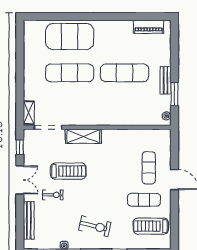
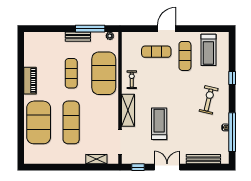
piano: (149, 27) -> (30, 81), moved
exercise mat: (125, 73) -> (71, 73), width x0.73, depth x0.69
window: (174, 94) -> (90, 29), width x1.44
exercise mat: (125, 109) -> (104, 73), added
shelving: (29, 113) -> (96, 159), moved
exercise bike: (53, 195) -> (132, 80), moved

